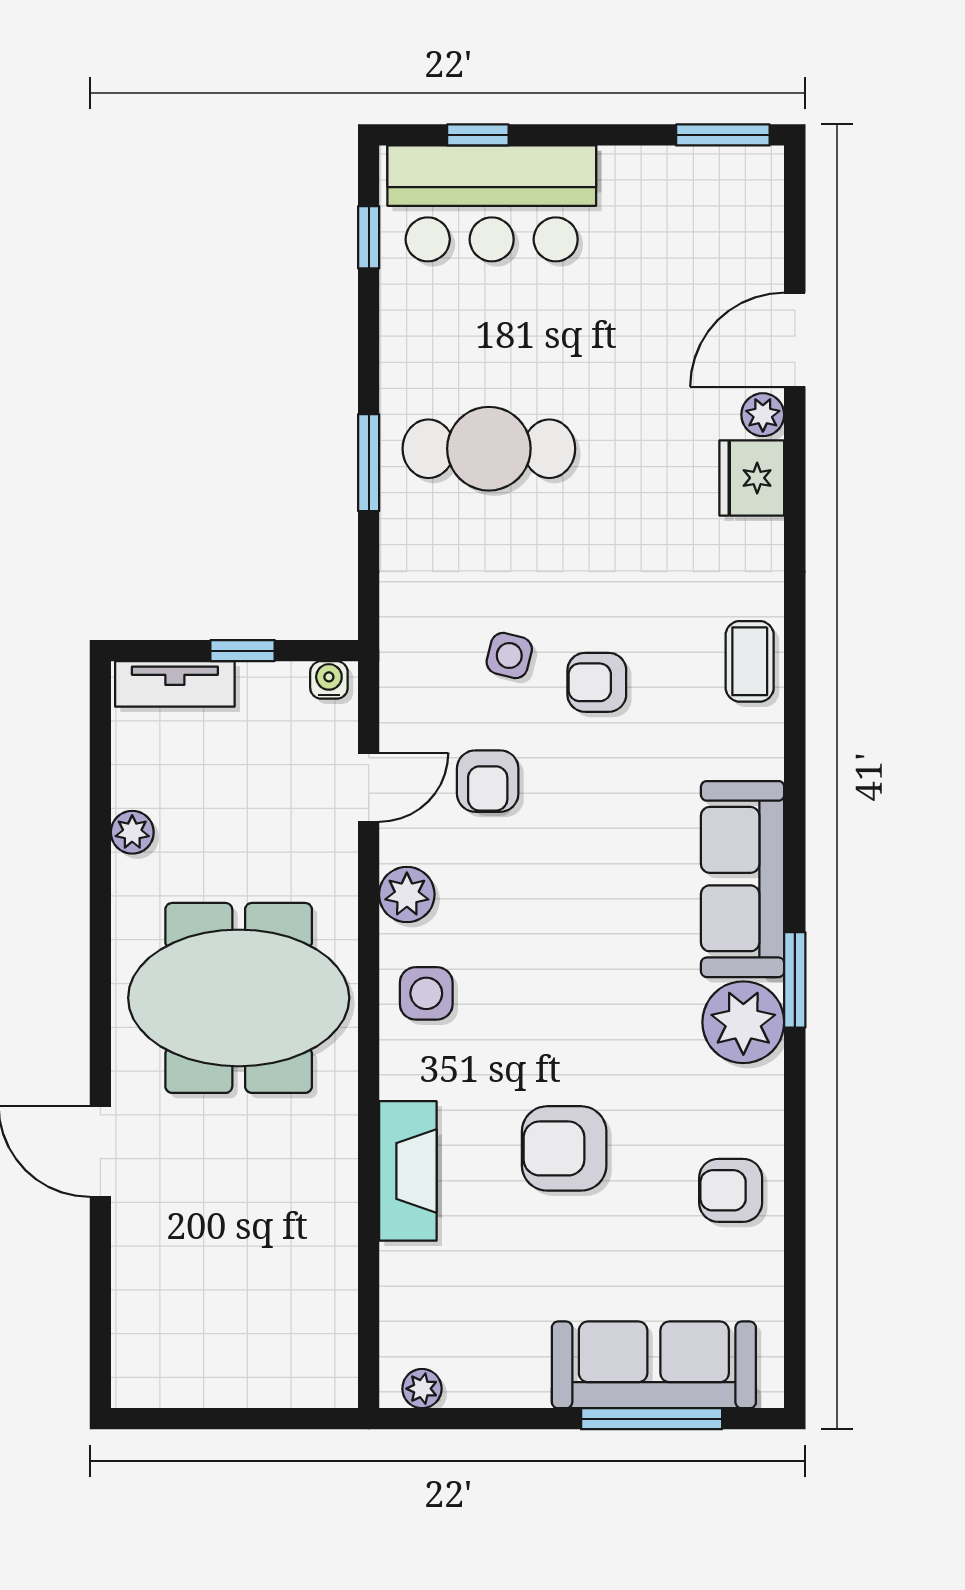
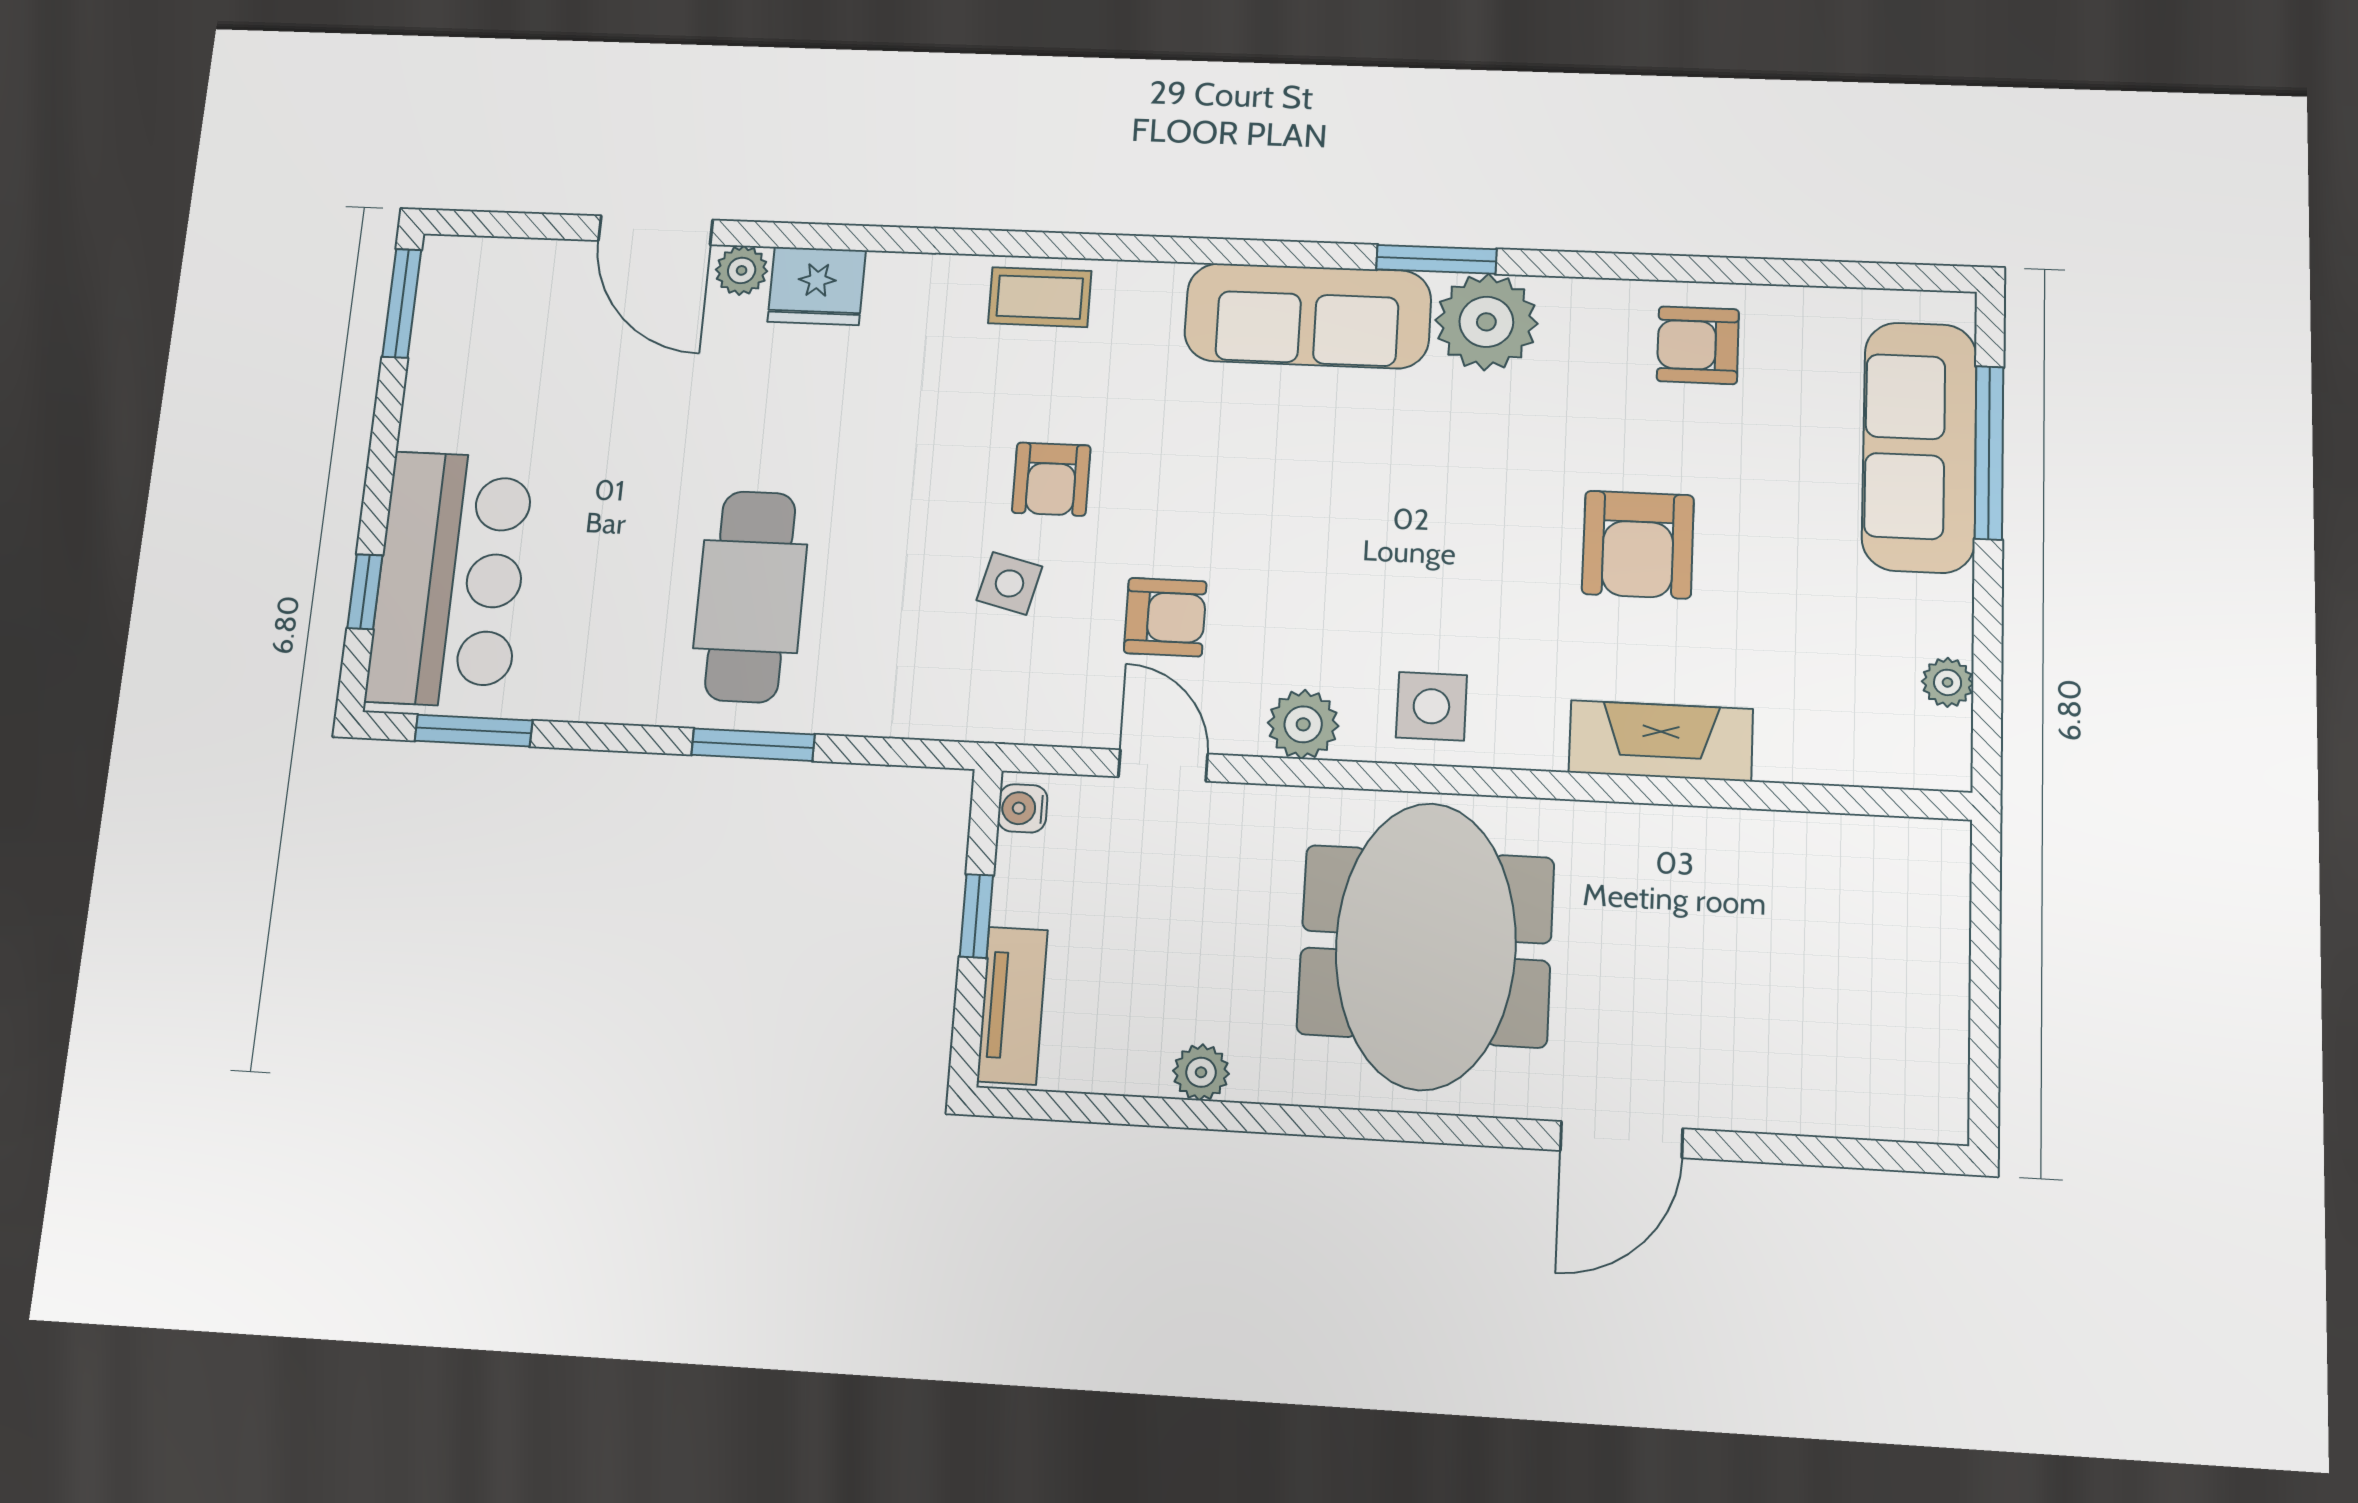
window: (369, 237) -> (474, 731), width x1.50
armchair: (731, 1190) -> (1698, 345), turned 90
plant: (422, 1389) -> (1948, 682), moved

